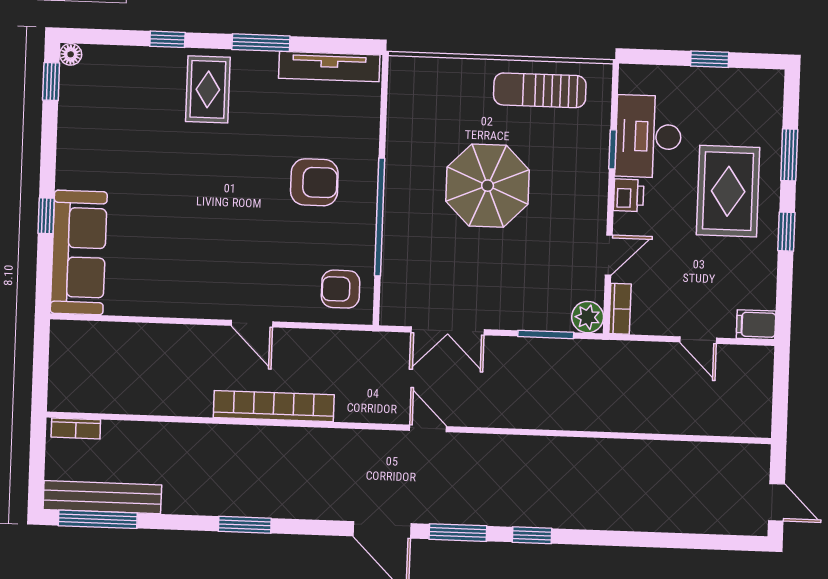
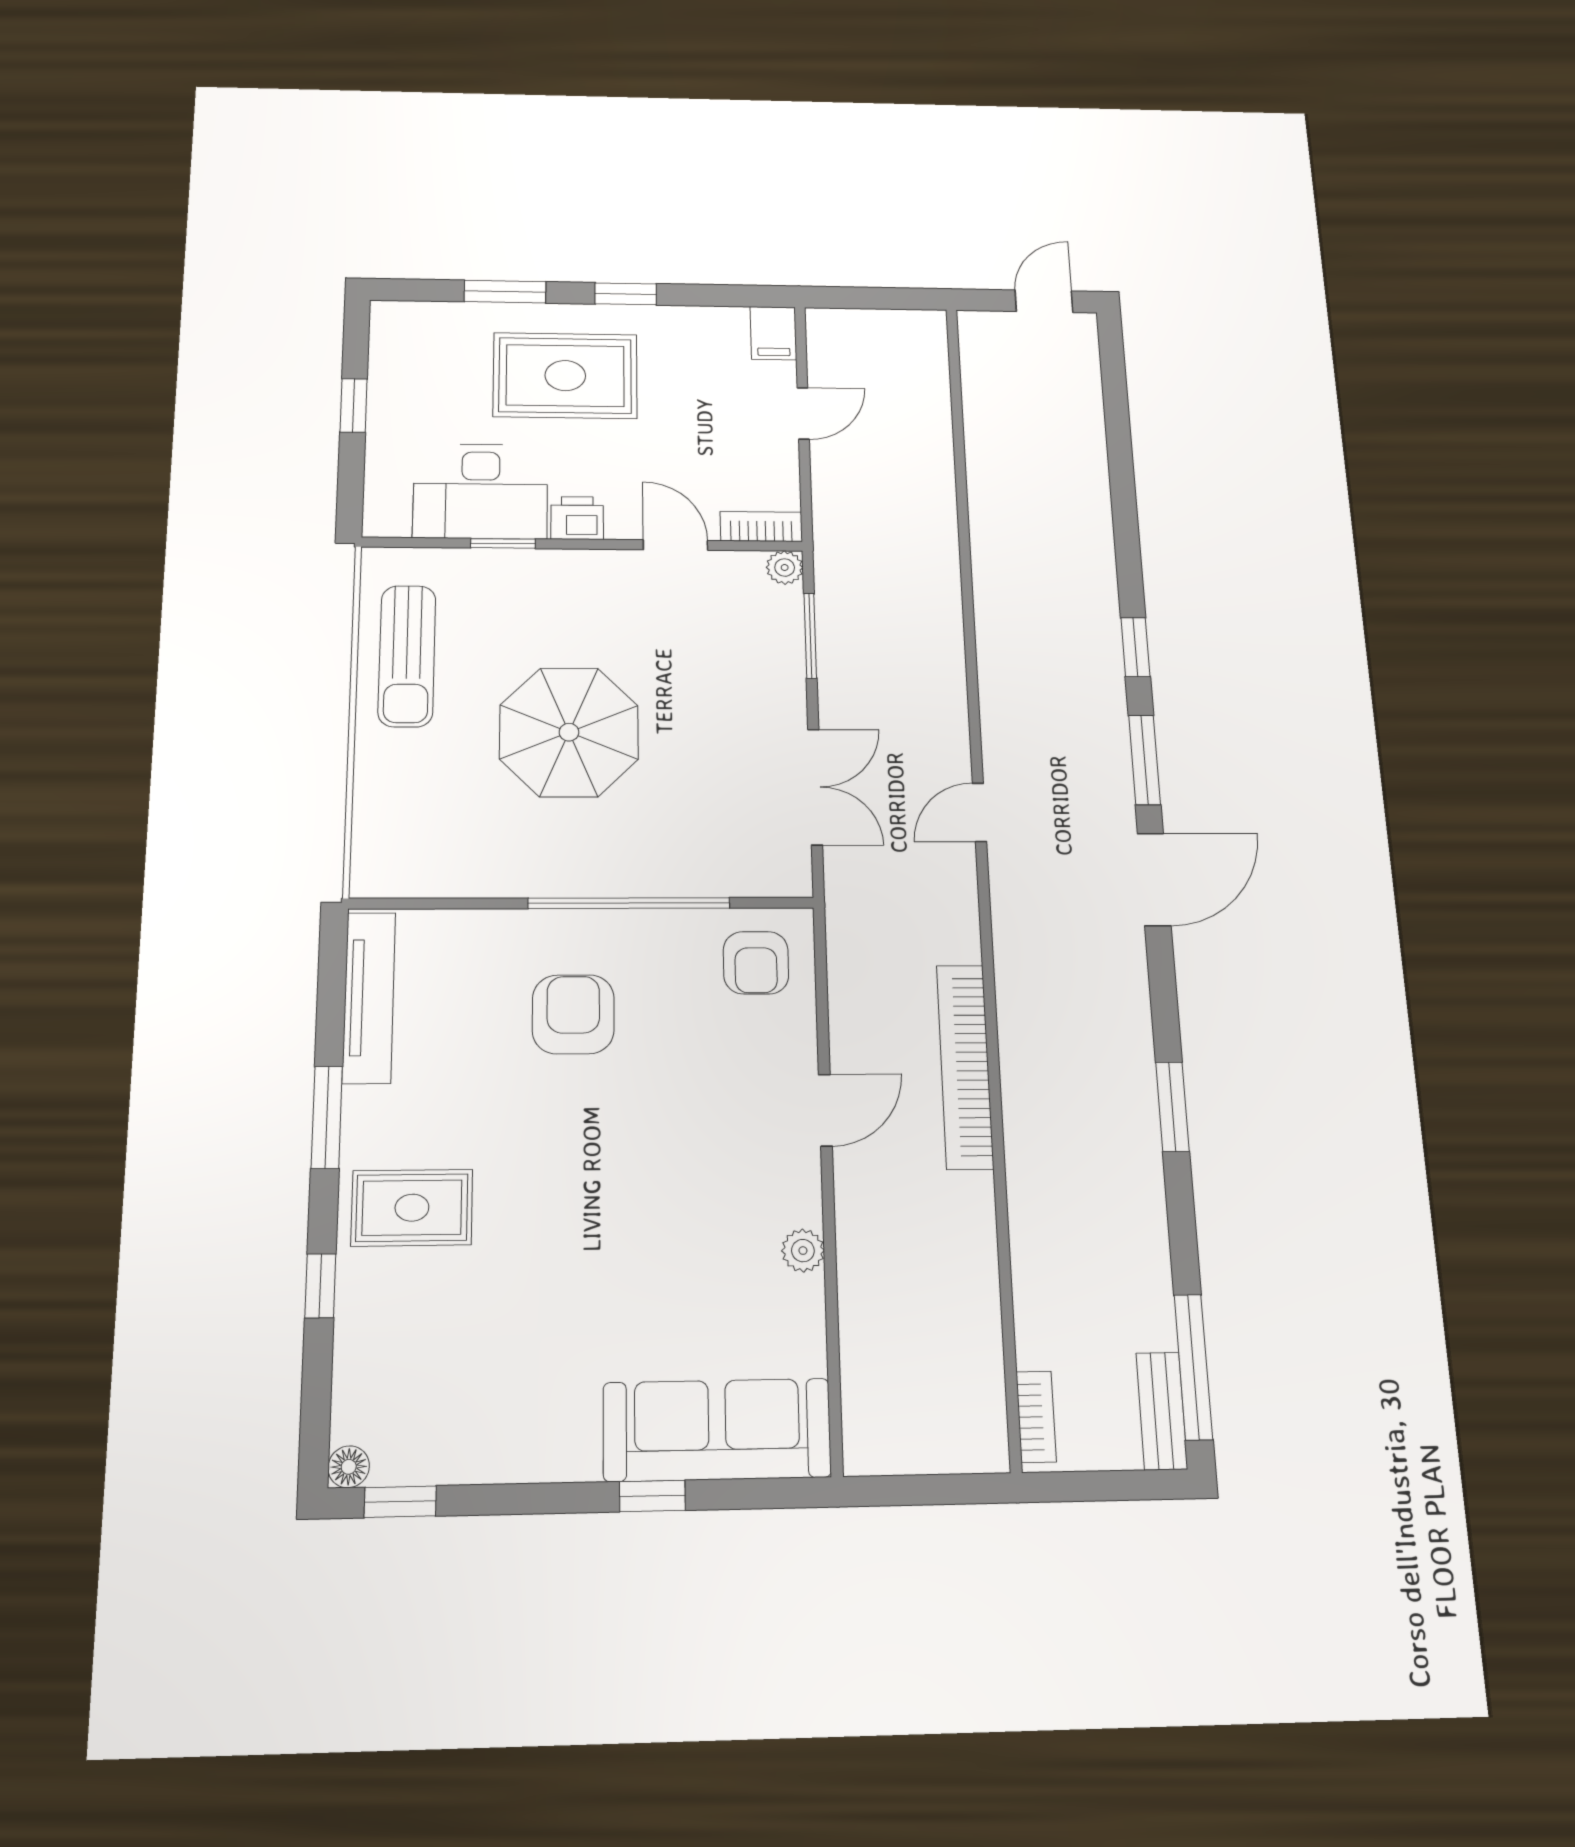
plant: (173, 306) -> (803, 1251), added
plant: (588, 317) -> (785, 568), width x0.73, depth x0.73
bench: (102, 497) -> (1162, 1411), width x0.54, depth x0.82

